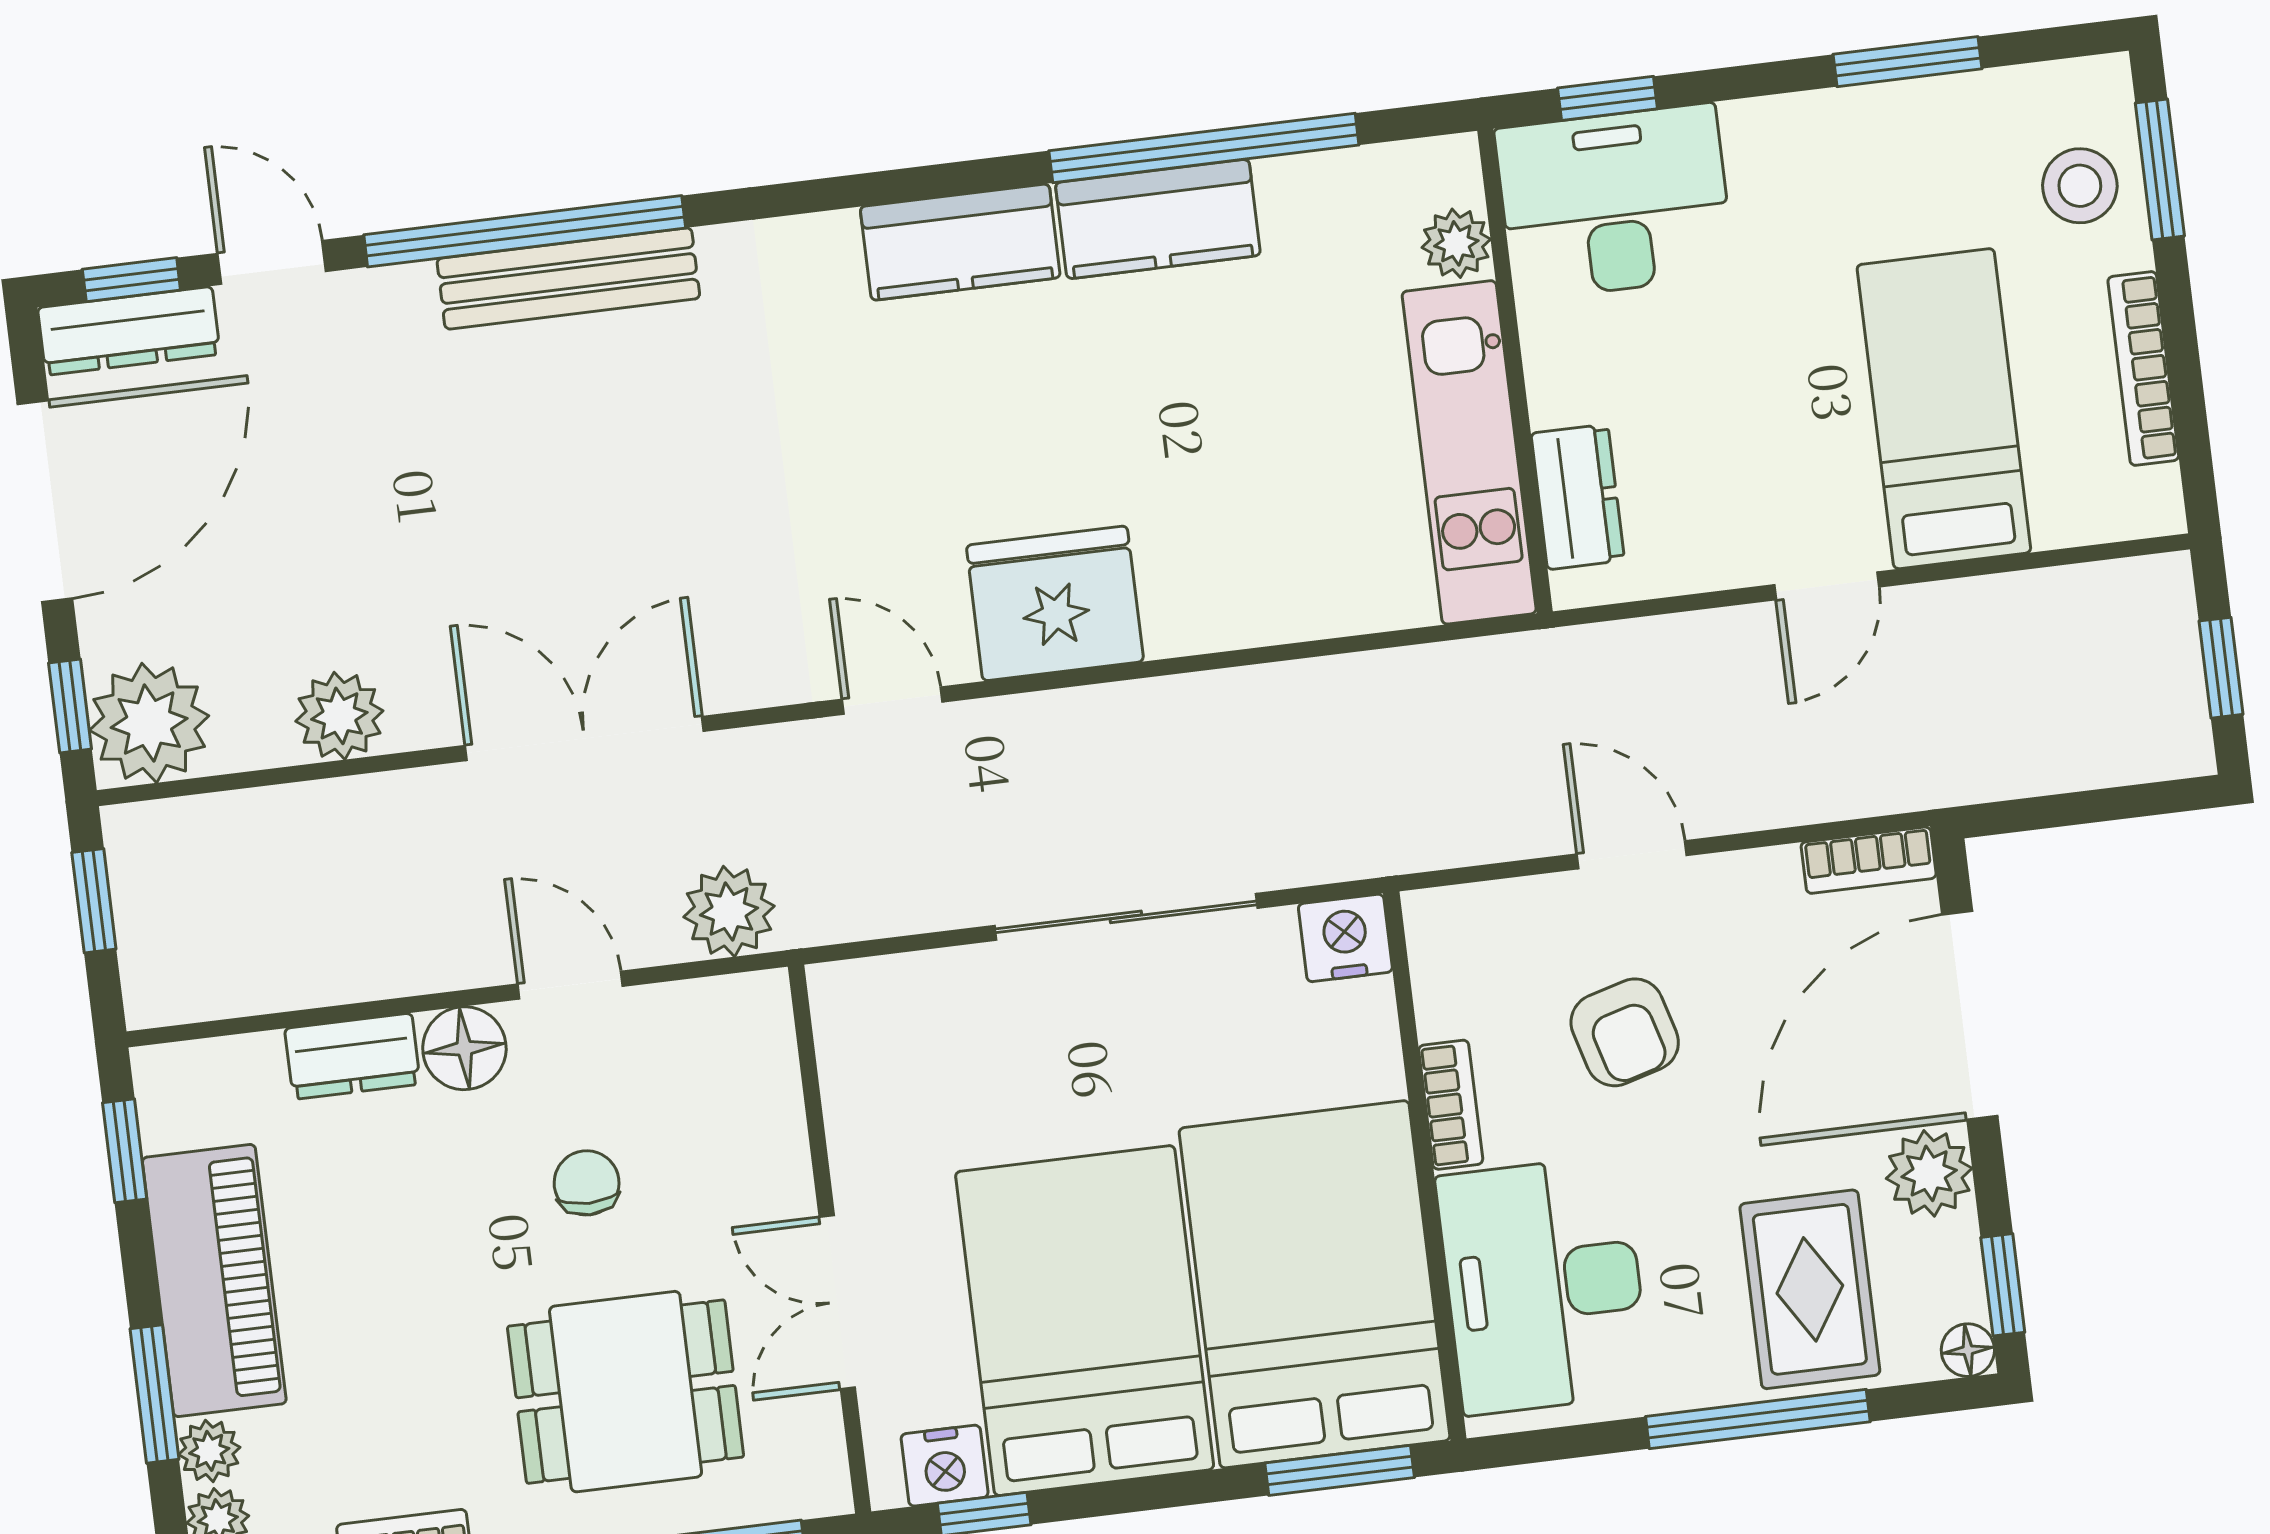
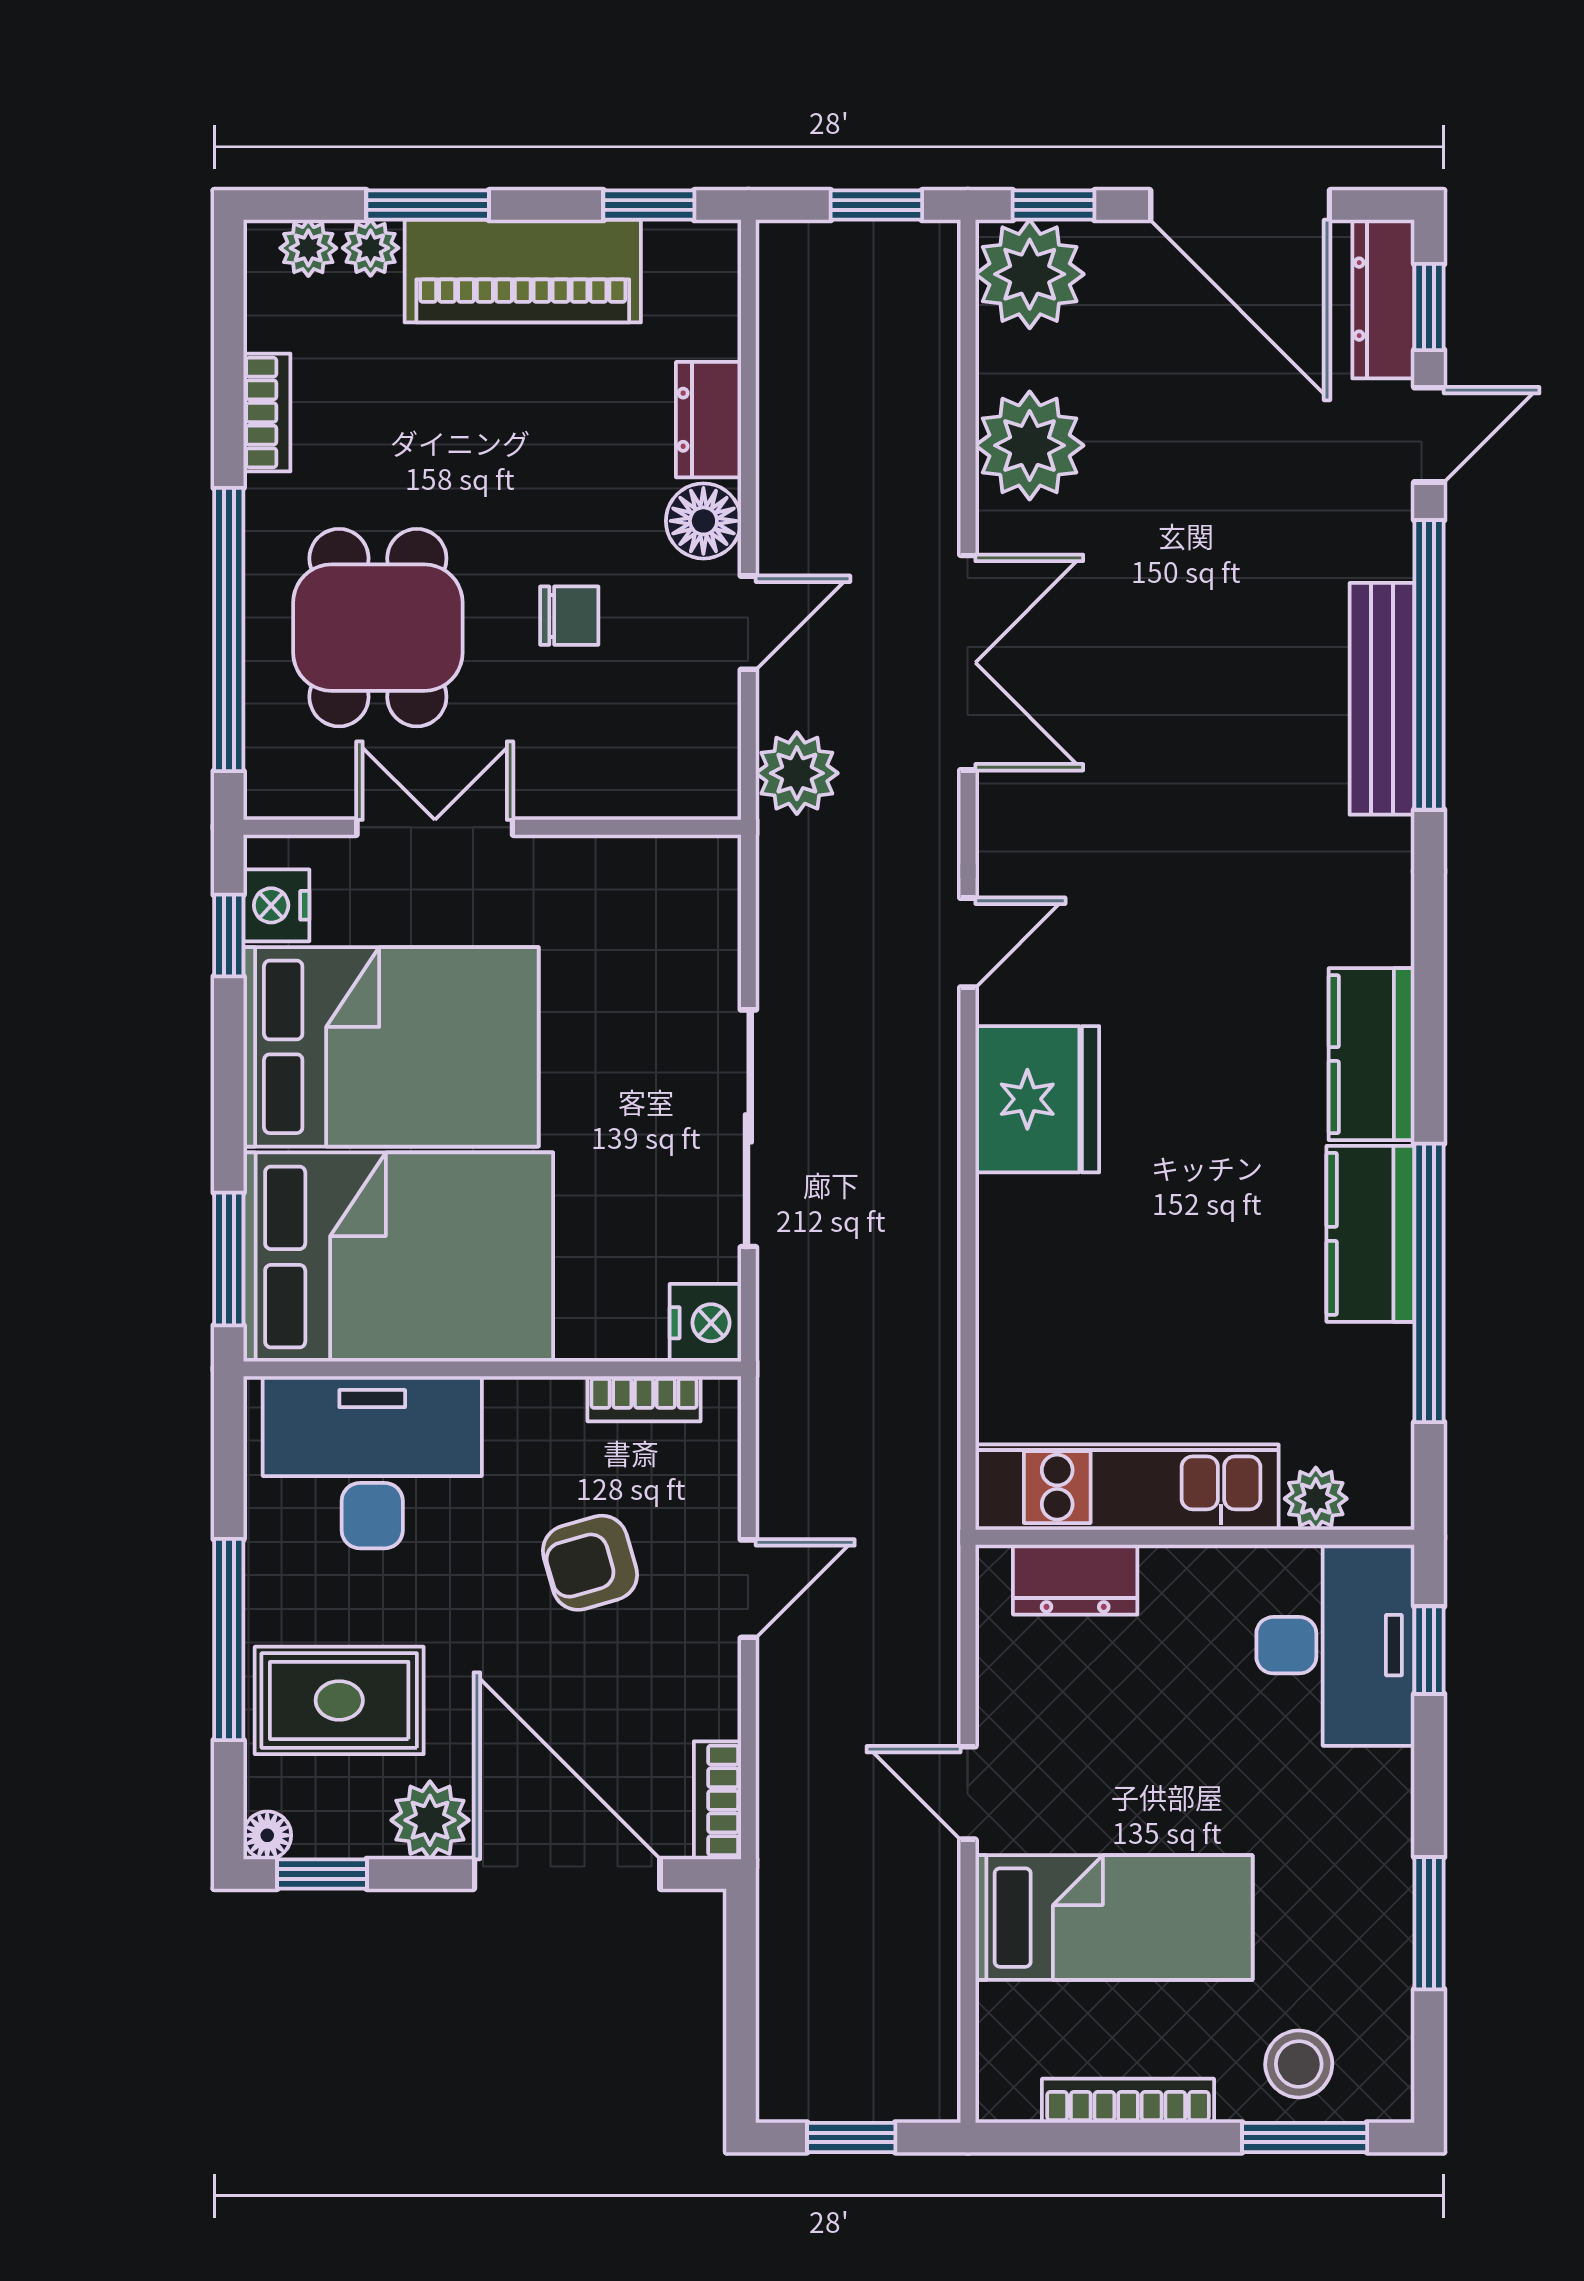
plant: (339, 716) -> (1030, 445), width x1.36, depth x1.36
bookcase: (1451, 1105) -> (644, 1399), moved

